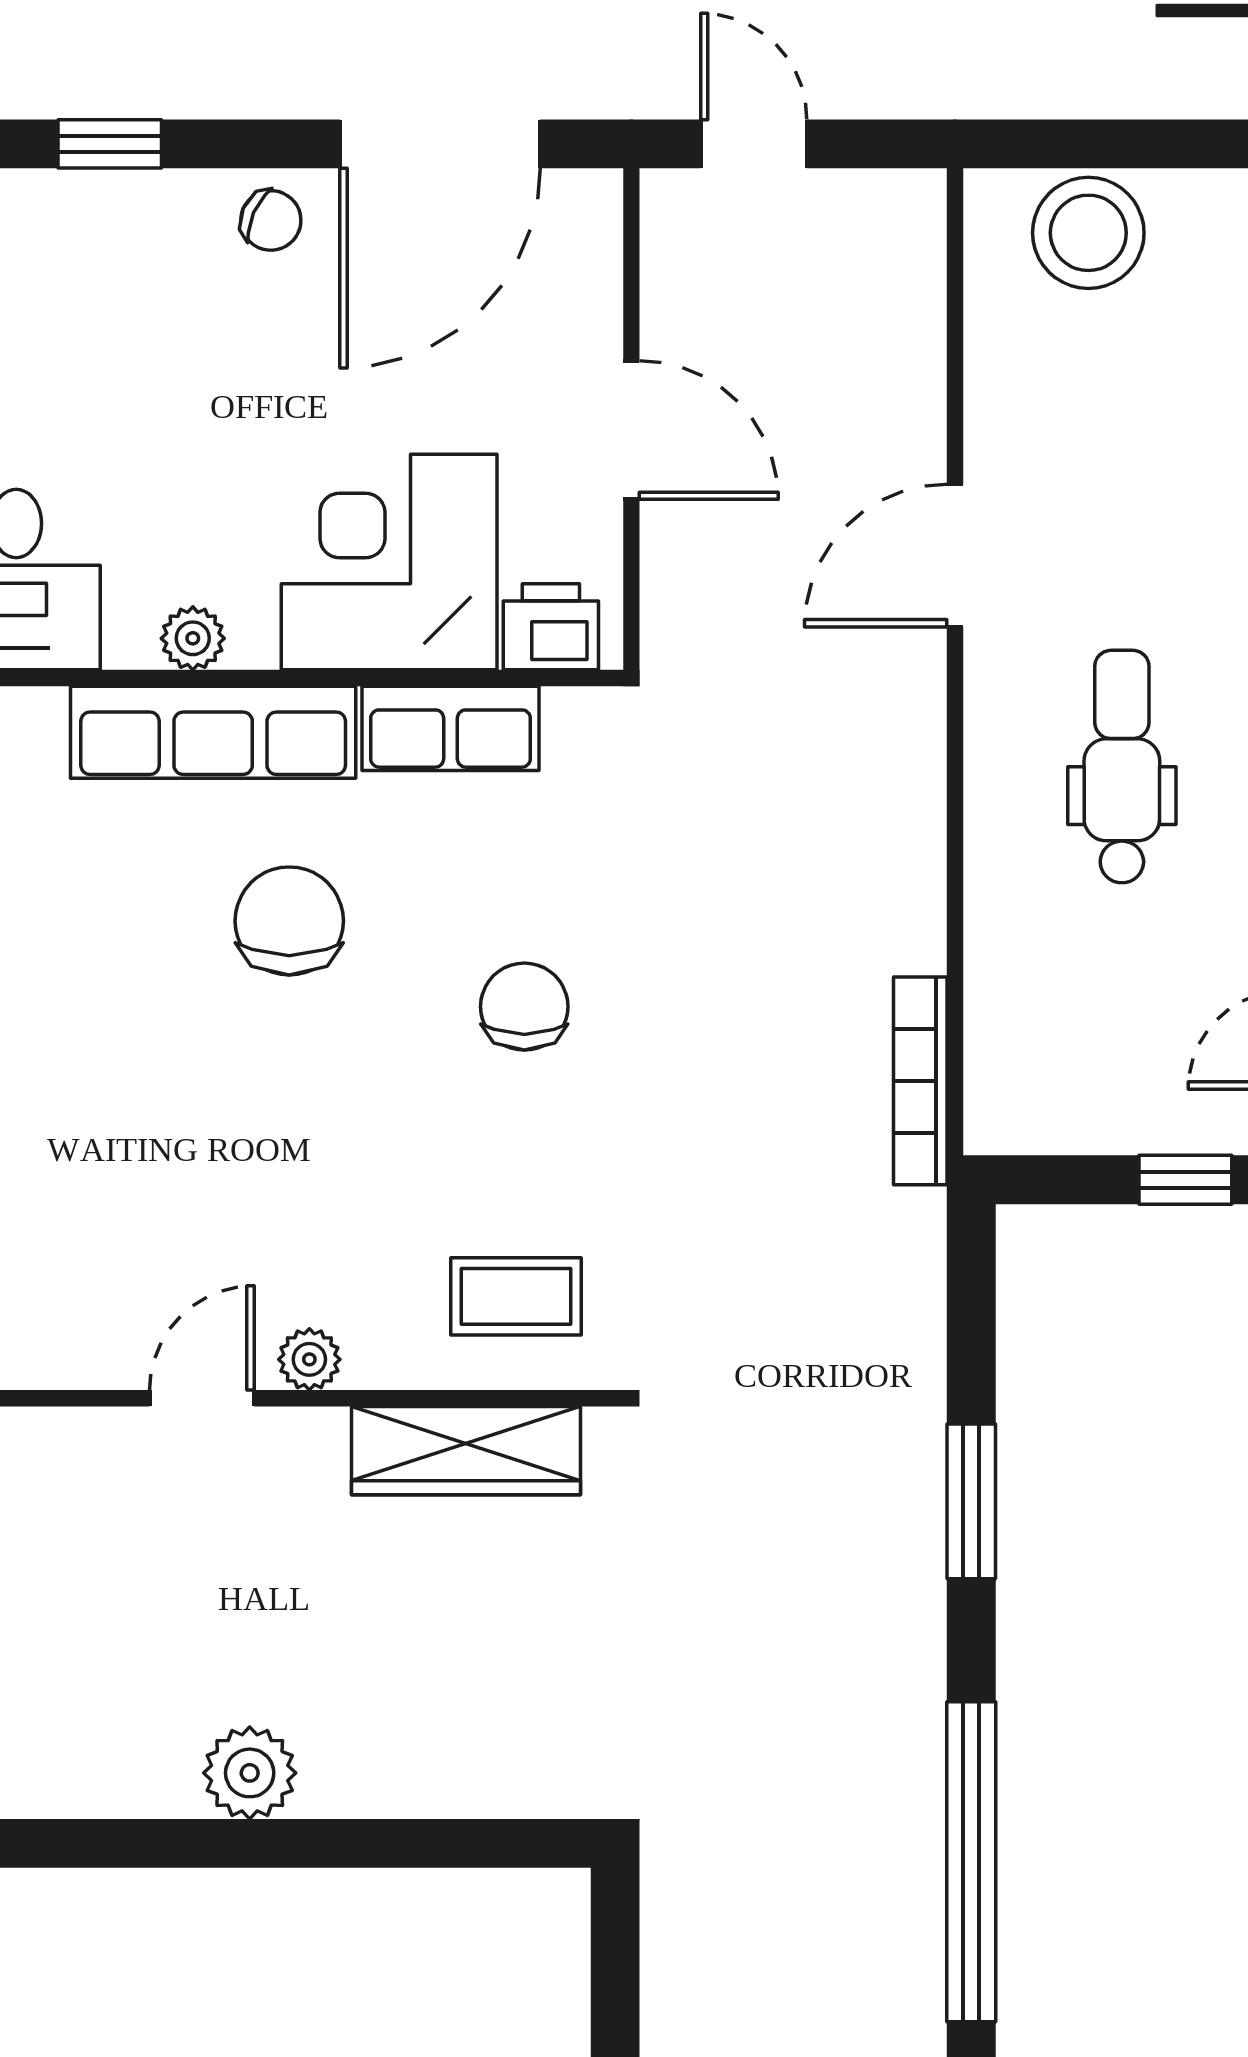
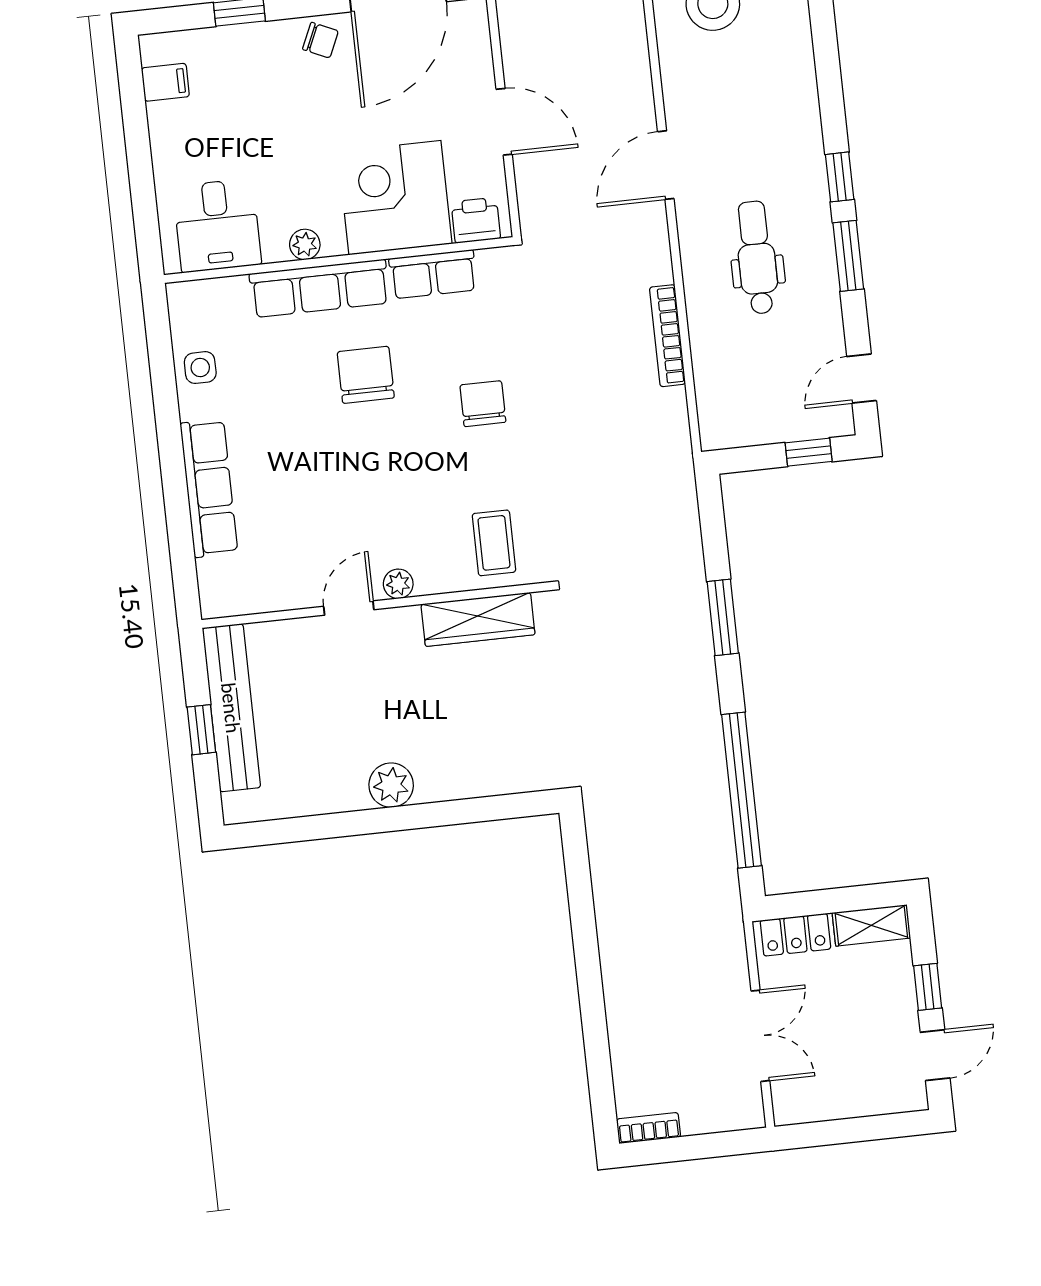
bookcase: (920, 1081) -> (667, 336), moved
coffee table: (516, 1296) -> (494, 543), turned 90

